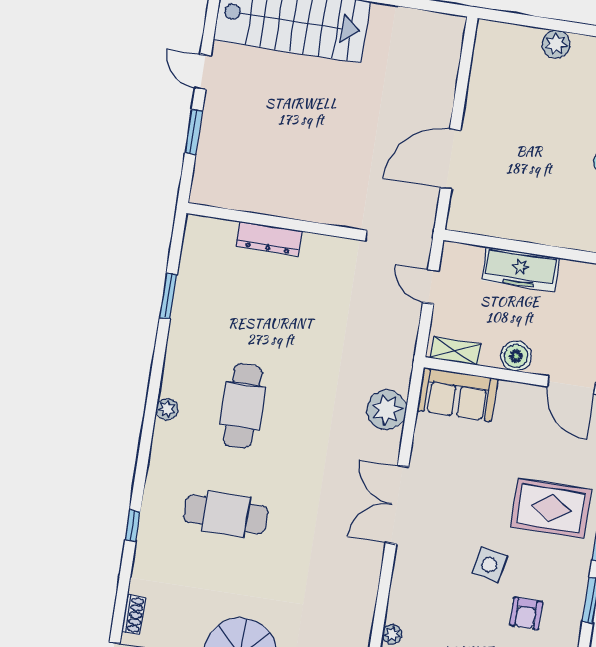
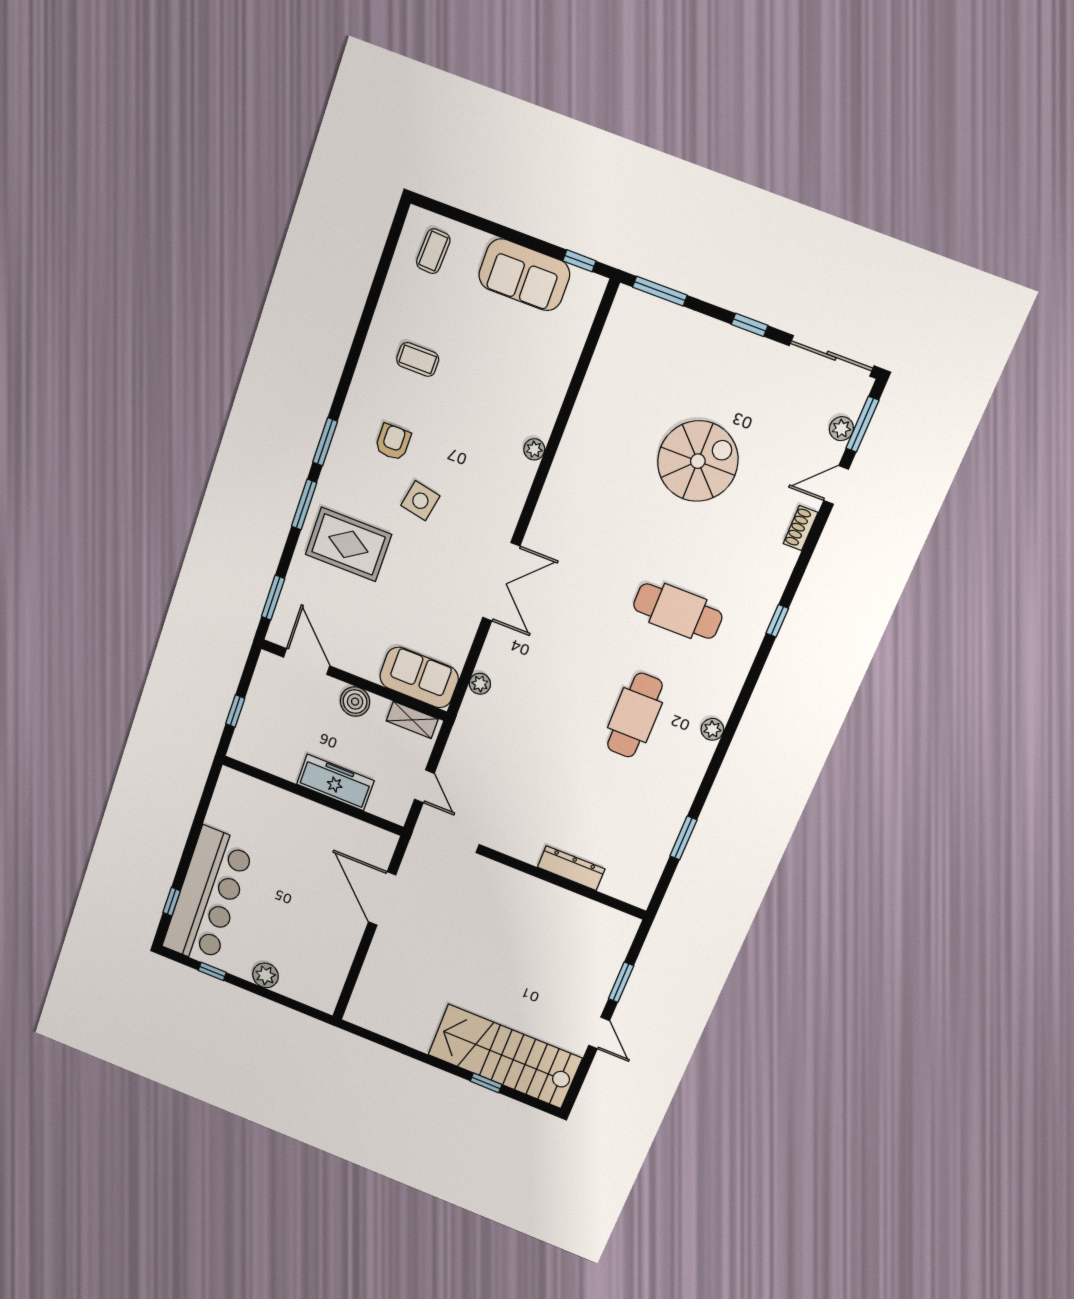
door: (451, 159) -> (382, 899), swing flipped
plant: (387, 410) -> (480, 684), width x0.53, depth x0.53

